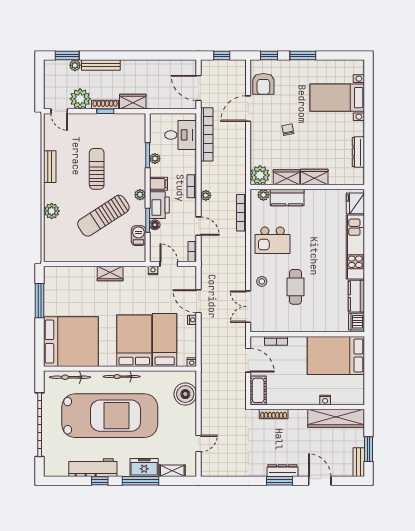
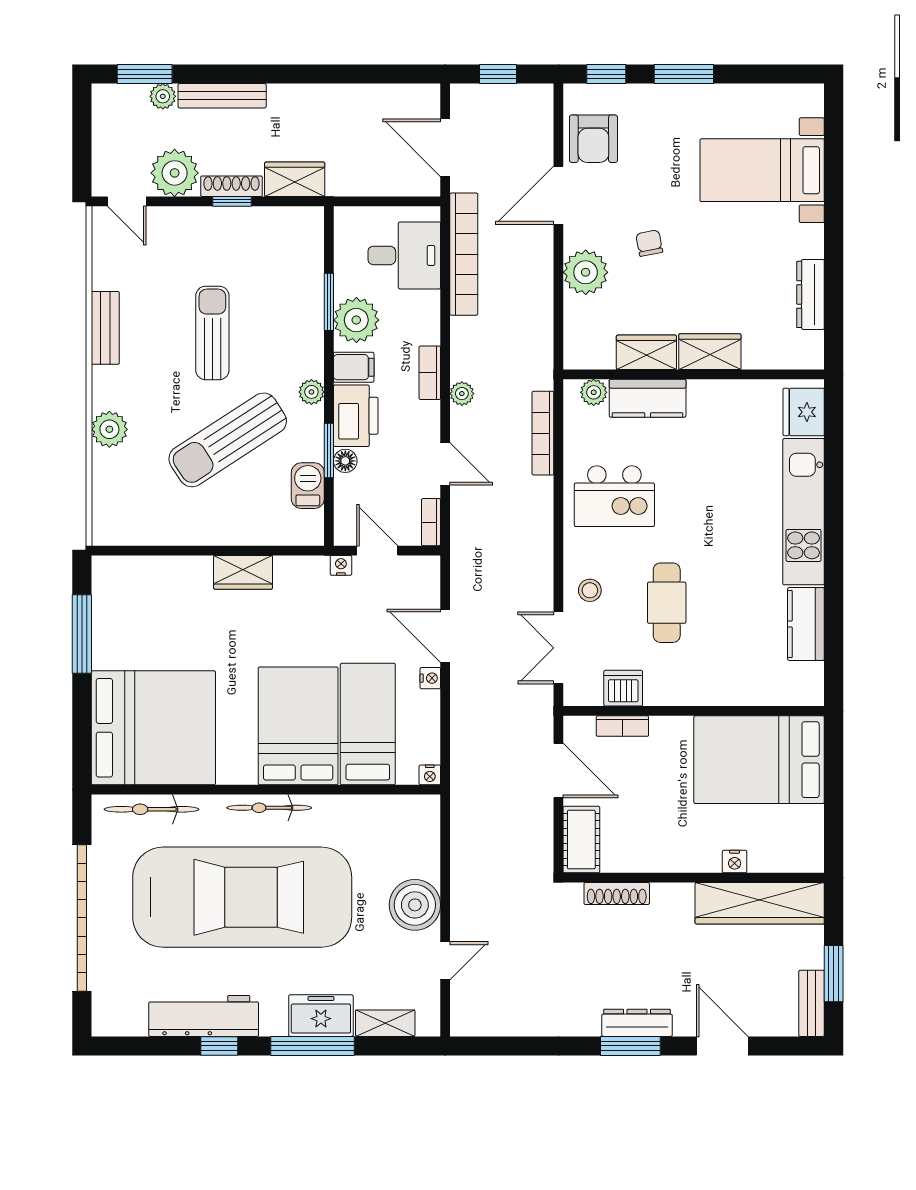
plant: (155, 159) -> (356, 320), width x1.88, depth x1.88
plant: (260, 175) -> (586, 272), moved
dishwasher: (356, 322) -> (623, 688), moved, turned 90
boiler: (185, 394) -> (415, 905), moved

